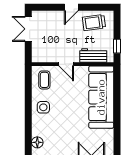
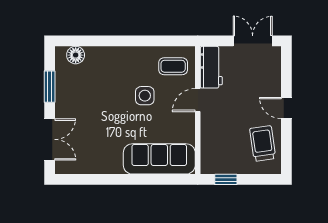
workbench: (93, 55) -> (211, 67), moved
sofa: (101, 97) -> (159, 159), width x0.74, depth x0.79
side table: (43, 107) -> (145, 96), moved

